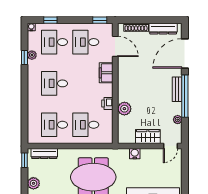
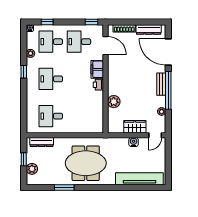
door: (185, 53) -> (168, 52), hinge flipped
window: (24, 57) -> (24, 72), moved
printer: (107, 103) -> (98, 85), moved
desk: (86, 125) -> (79, 116), removed
water cooler: (135, 154) -> (134, 142), moved
window: (24, 160) -> (24, 159), moved

